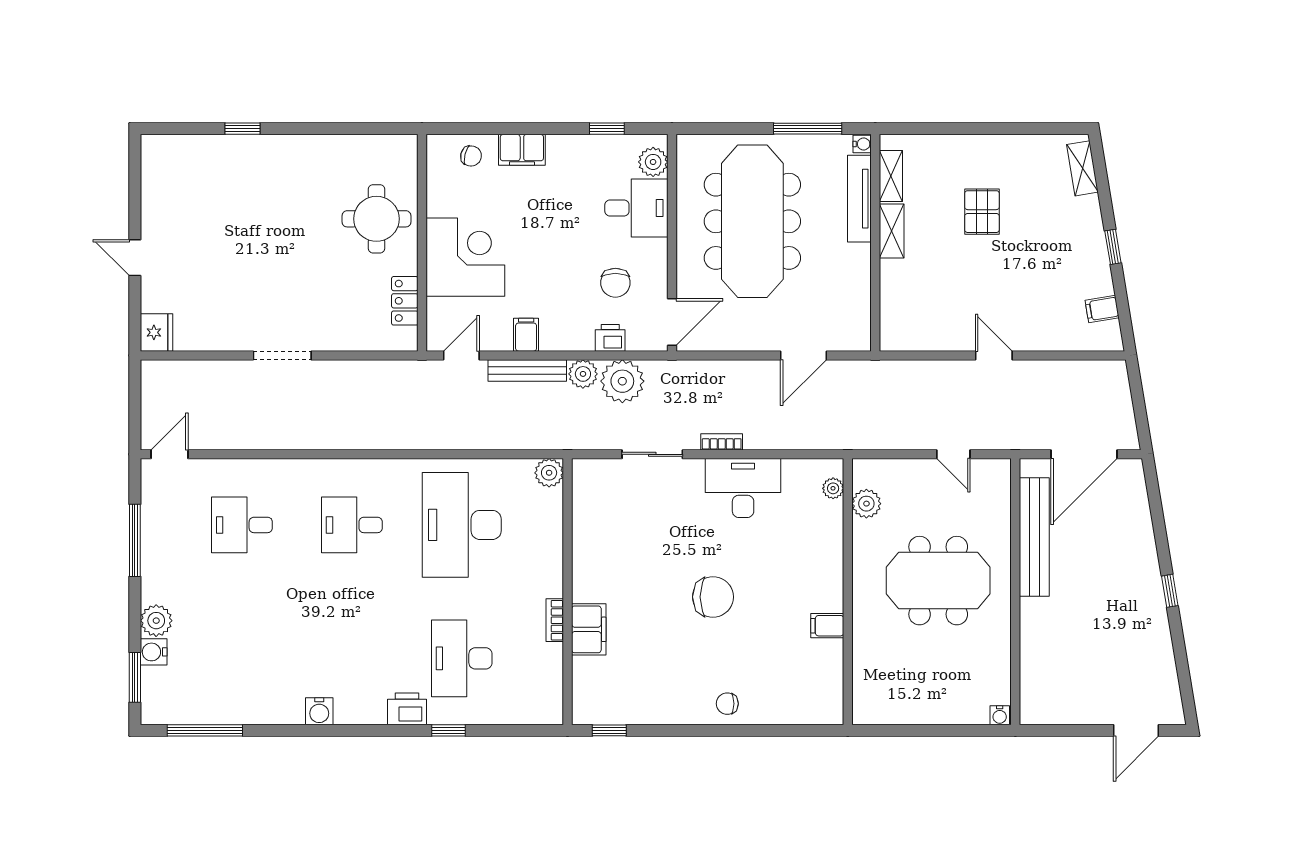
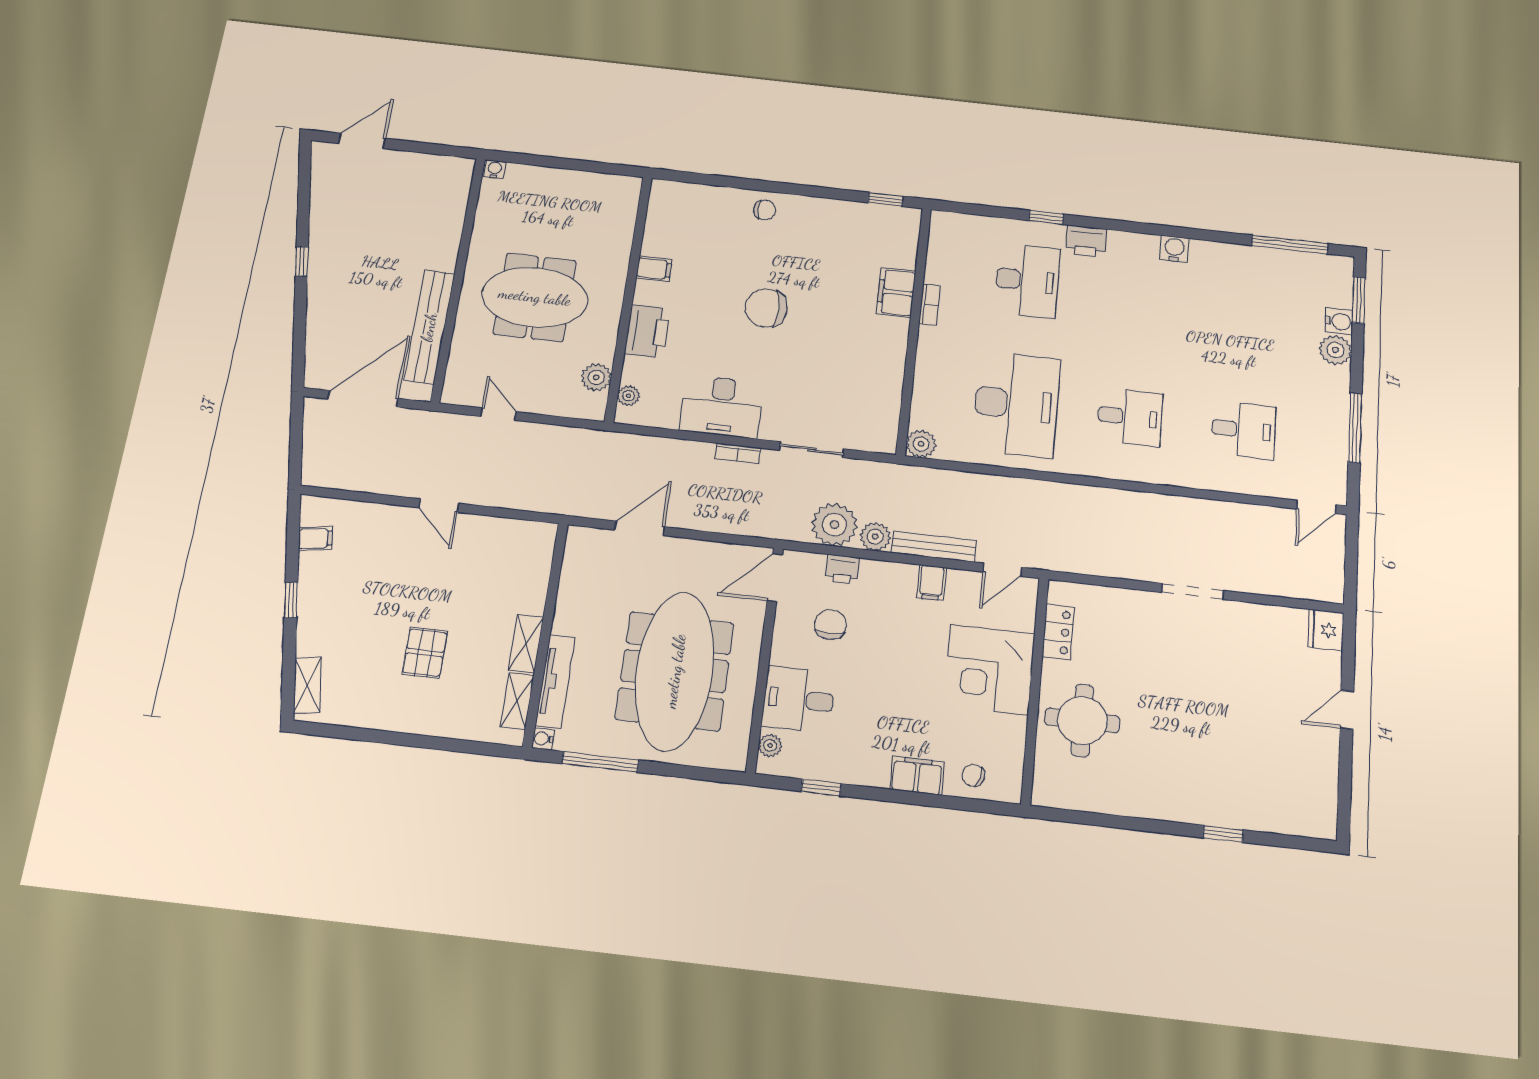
plant: (653, 162) -> (770, 745), width x0.73, depth x0.73
door: (135, 258) -> (1347, 710), swing flipped
printer: (825, 558) -> (647, 331), added

